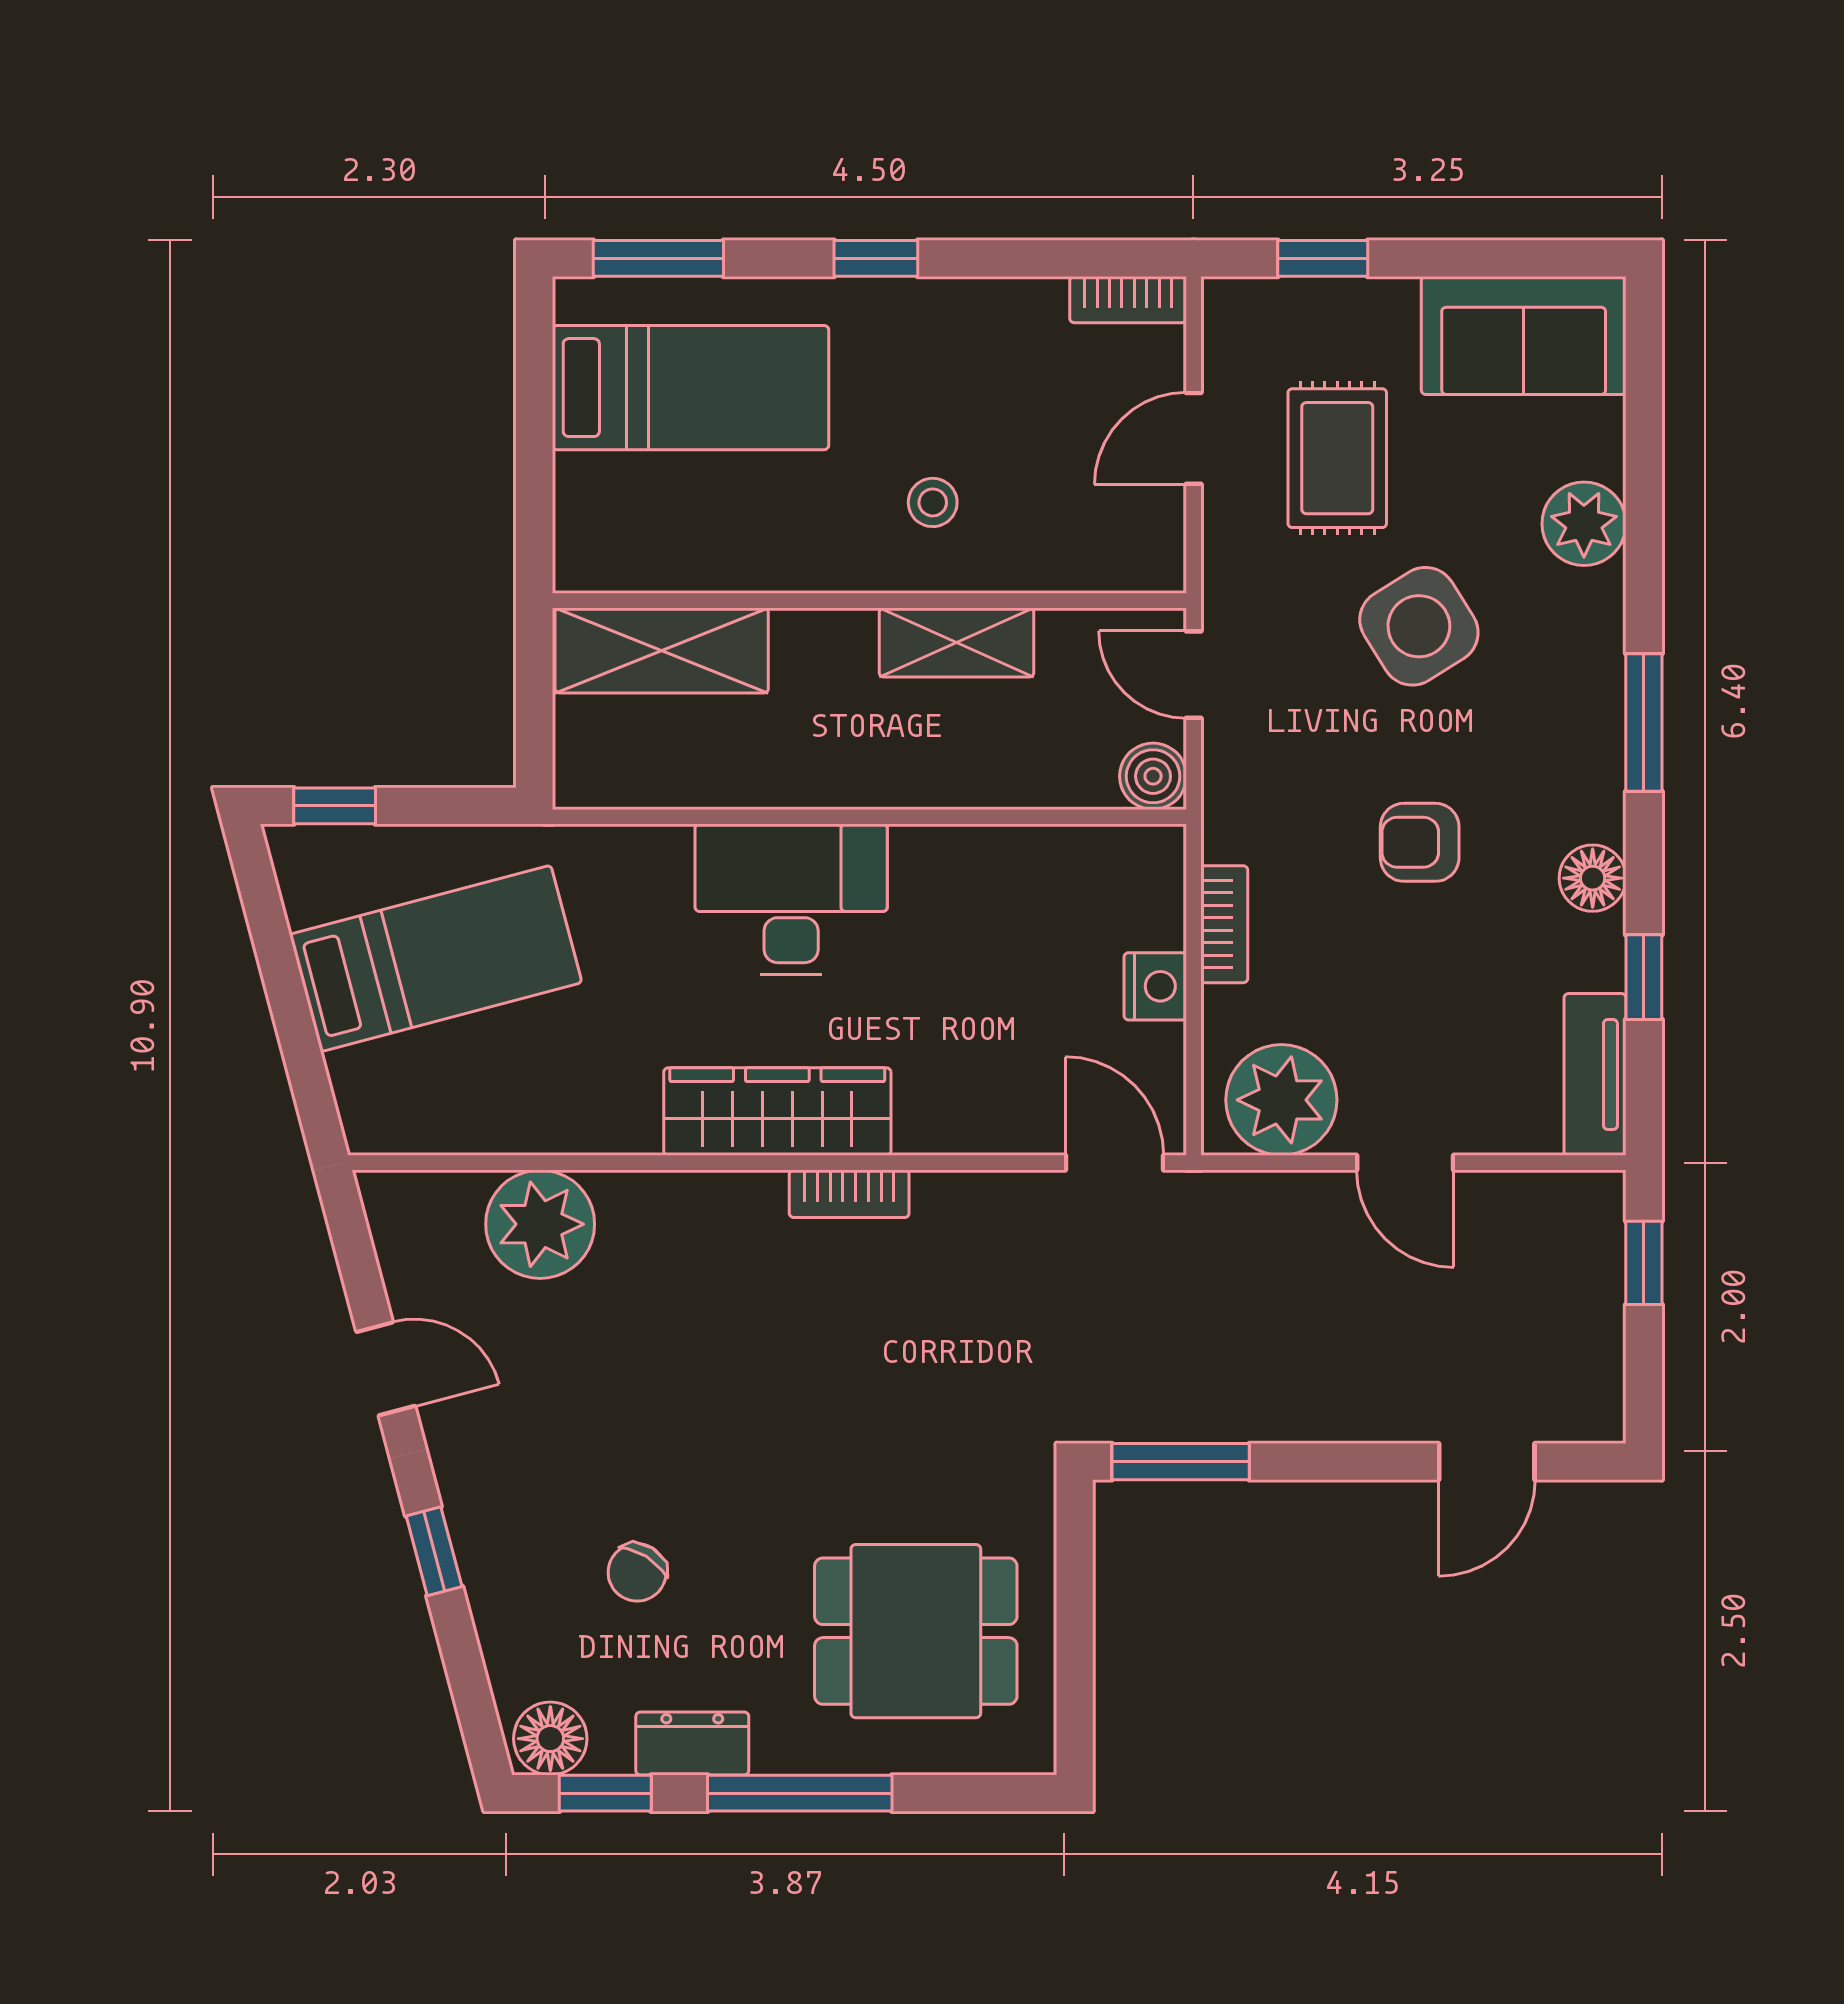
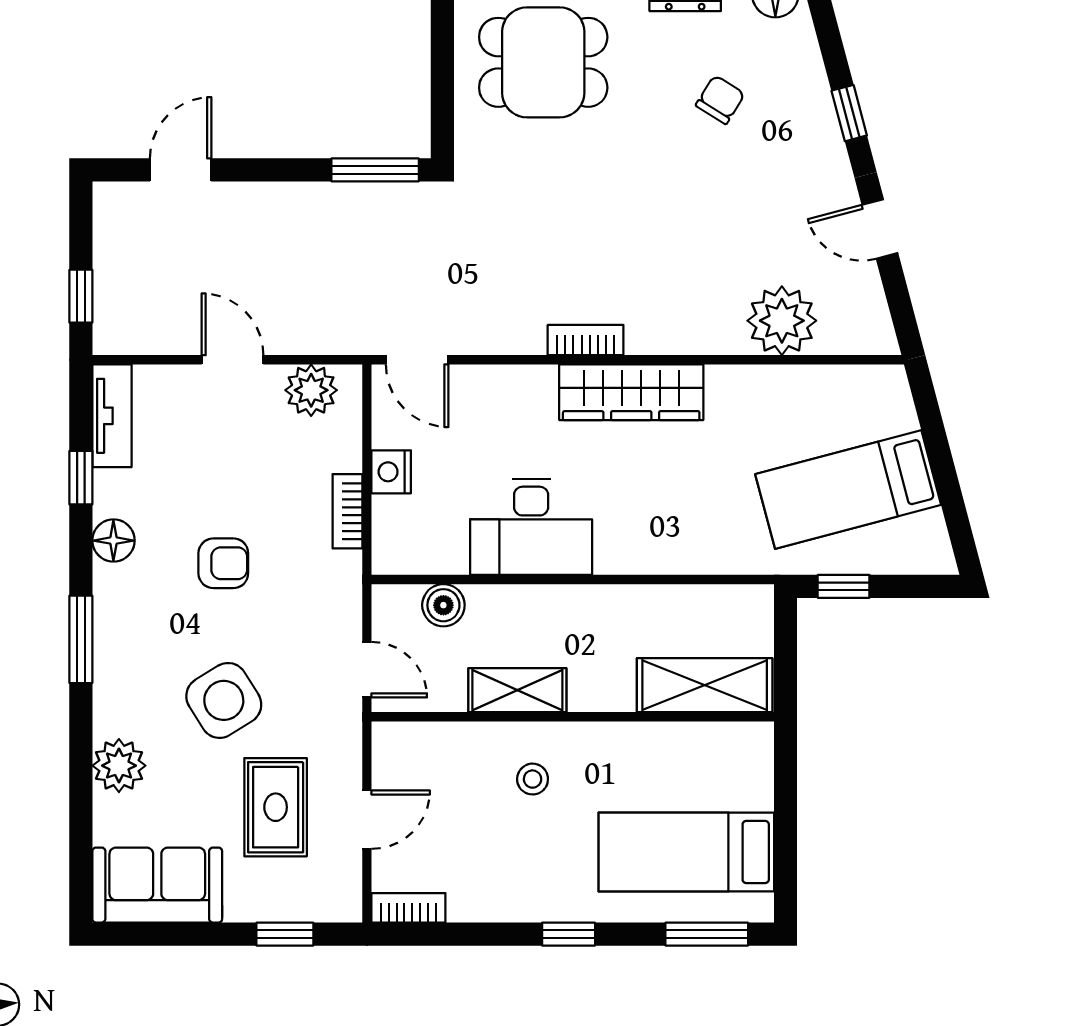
boiler: (1153, 776) -> (443, 605), moved
window: (335, 806) -> (844, 586), moved
desk: (791, 899) -> (531, 527), moved
plant: (1281, 1100) -> (311, 390), width x0.73, depth x0.73

